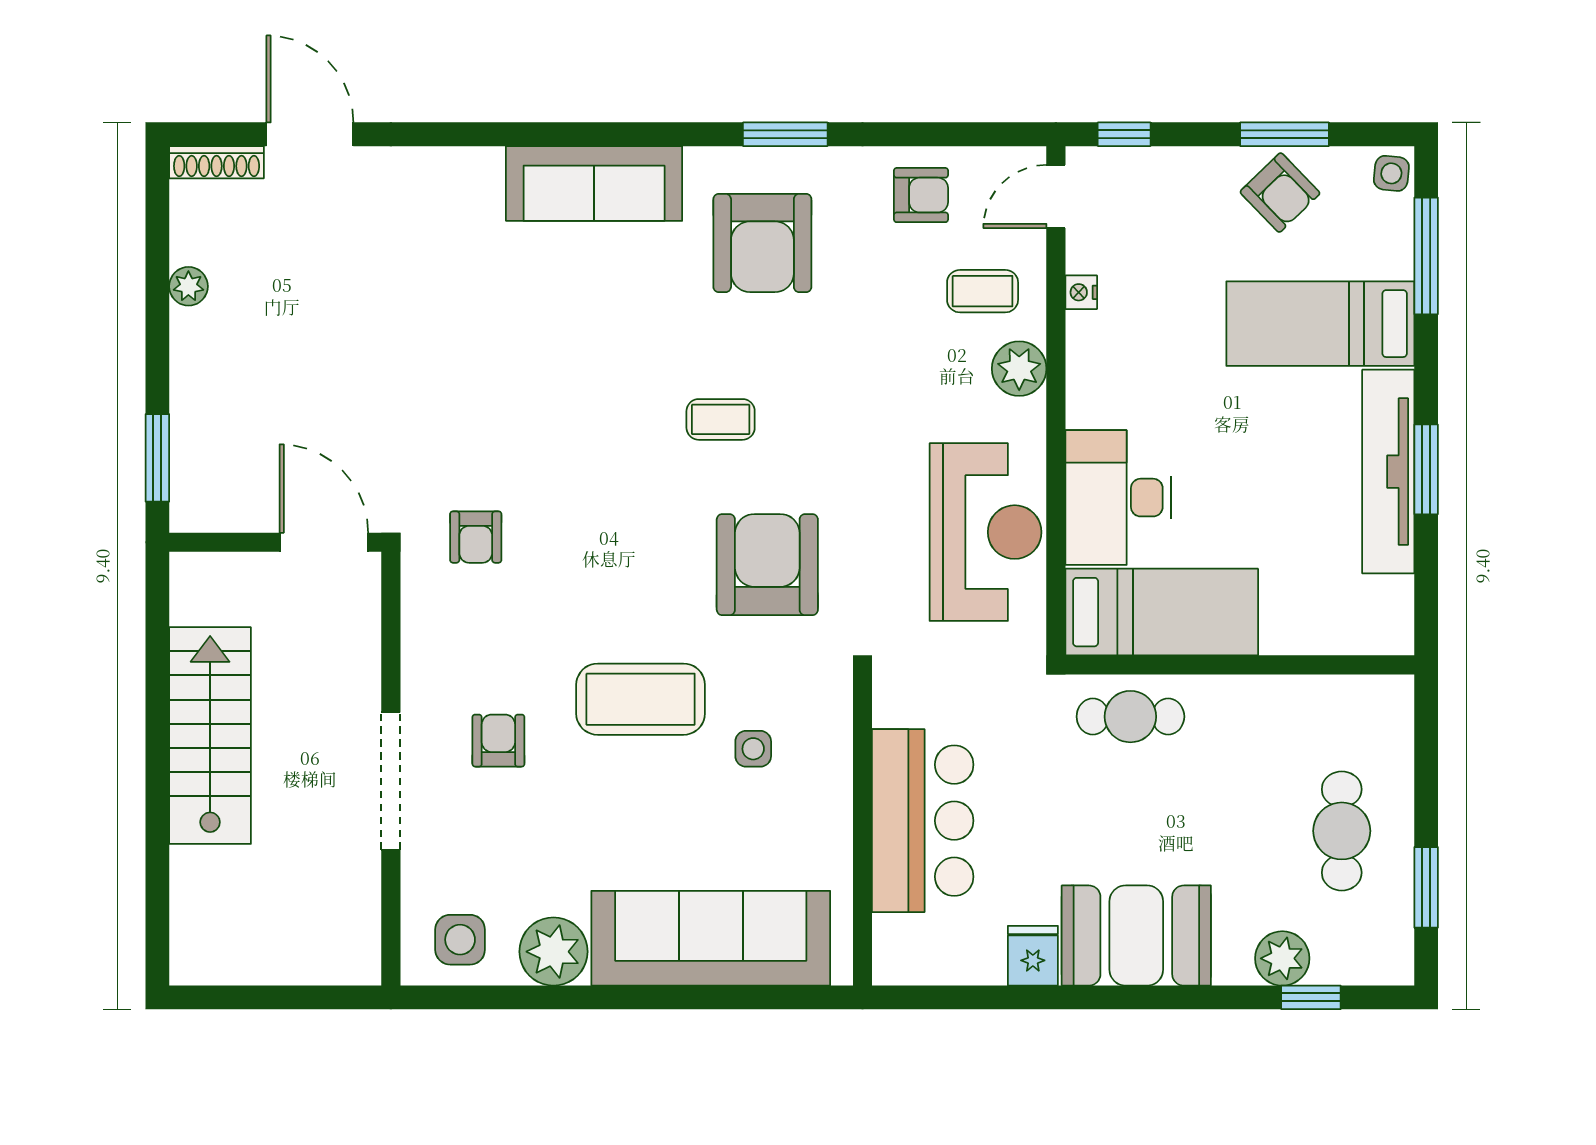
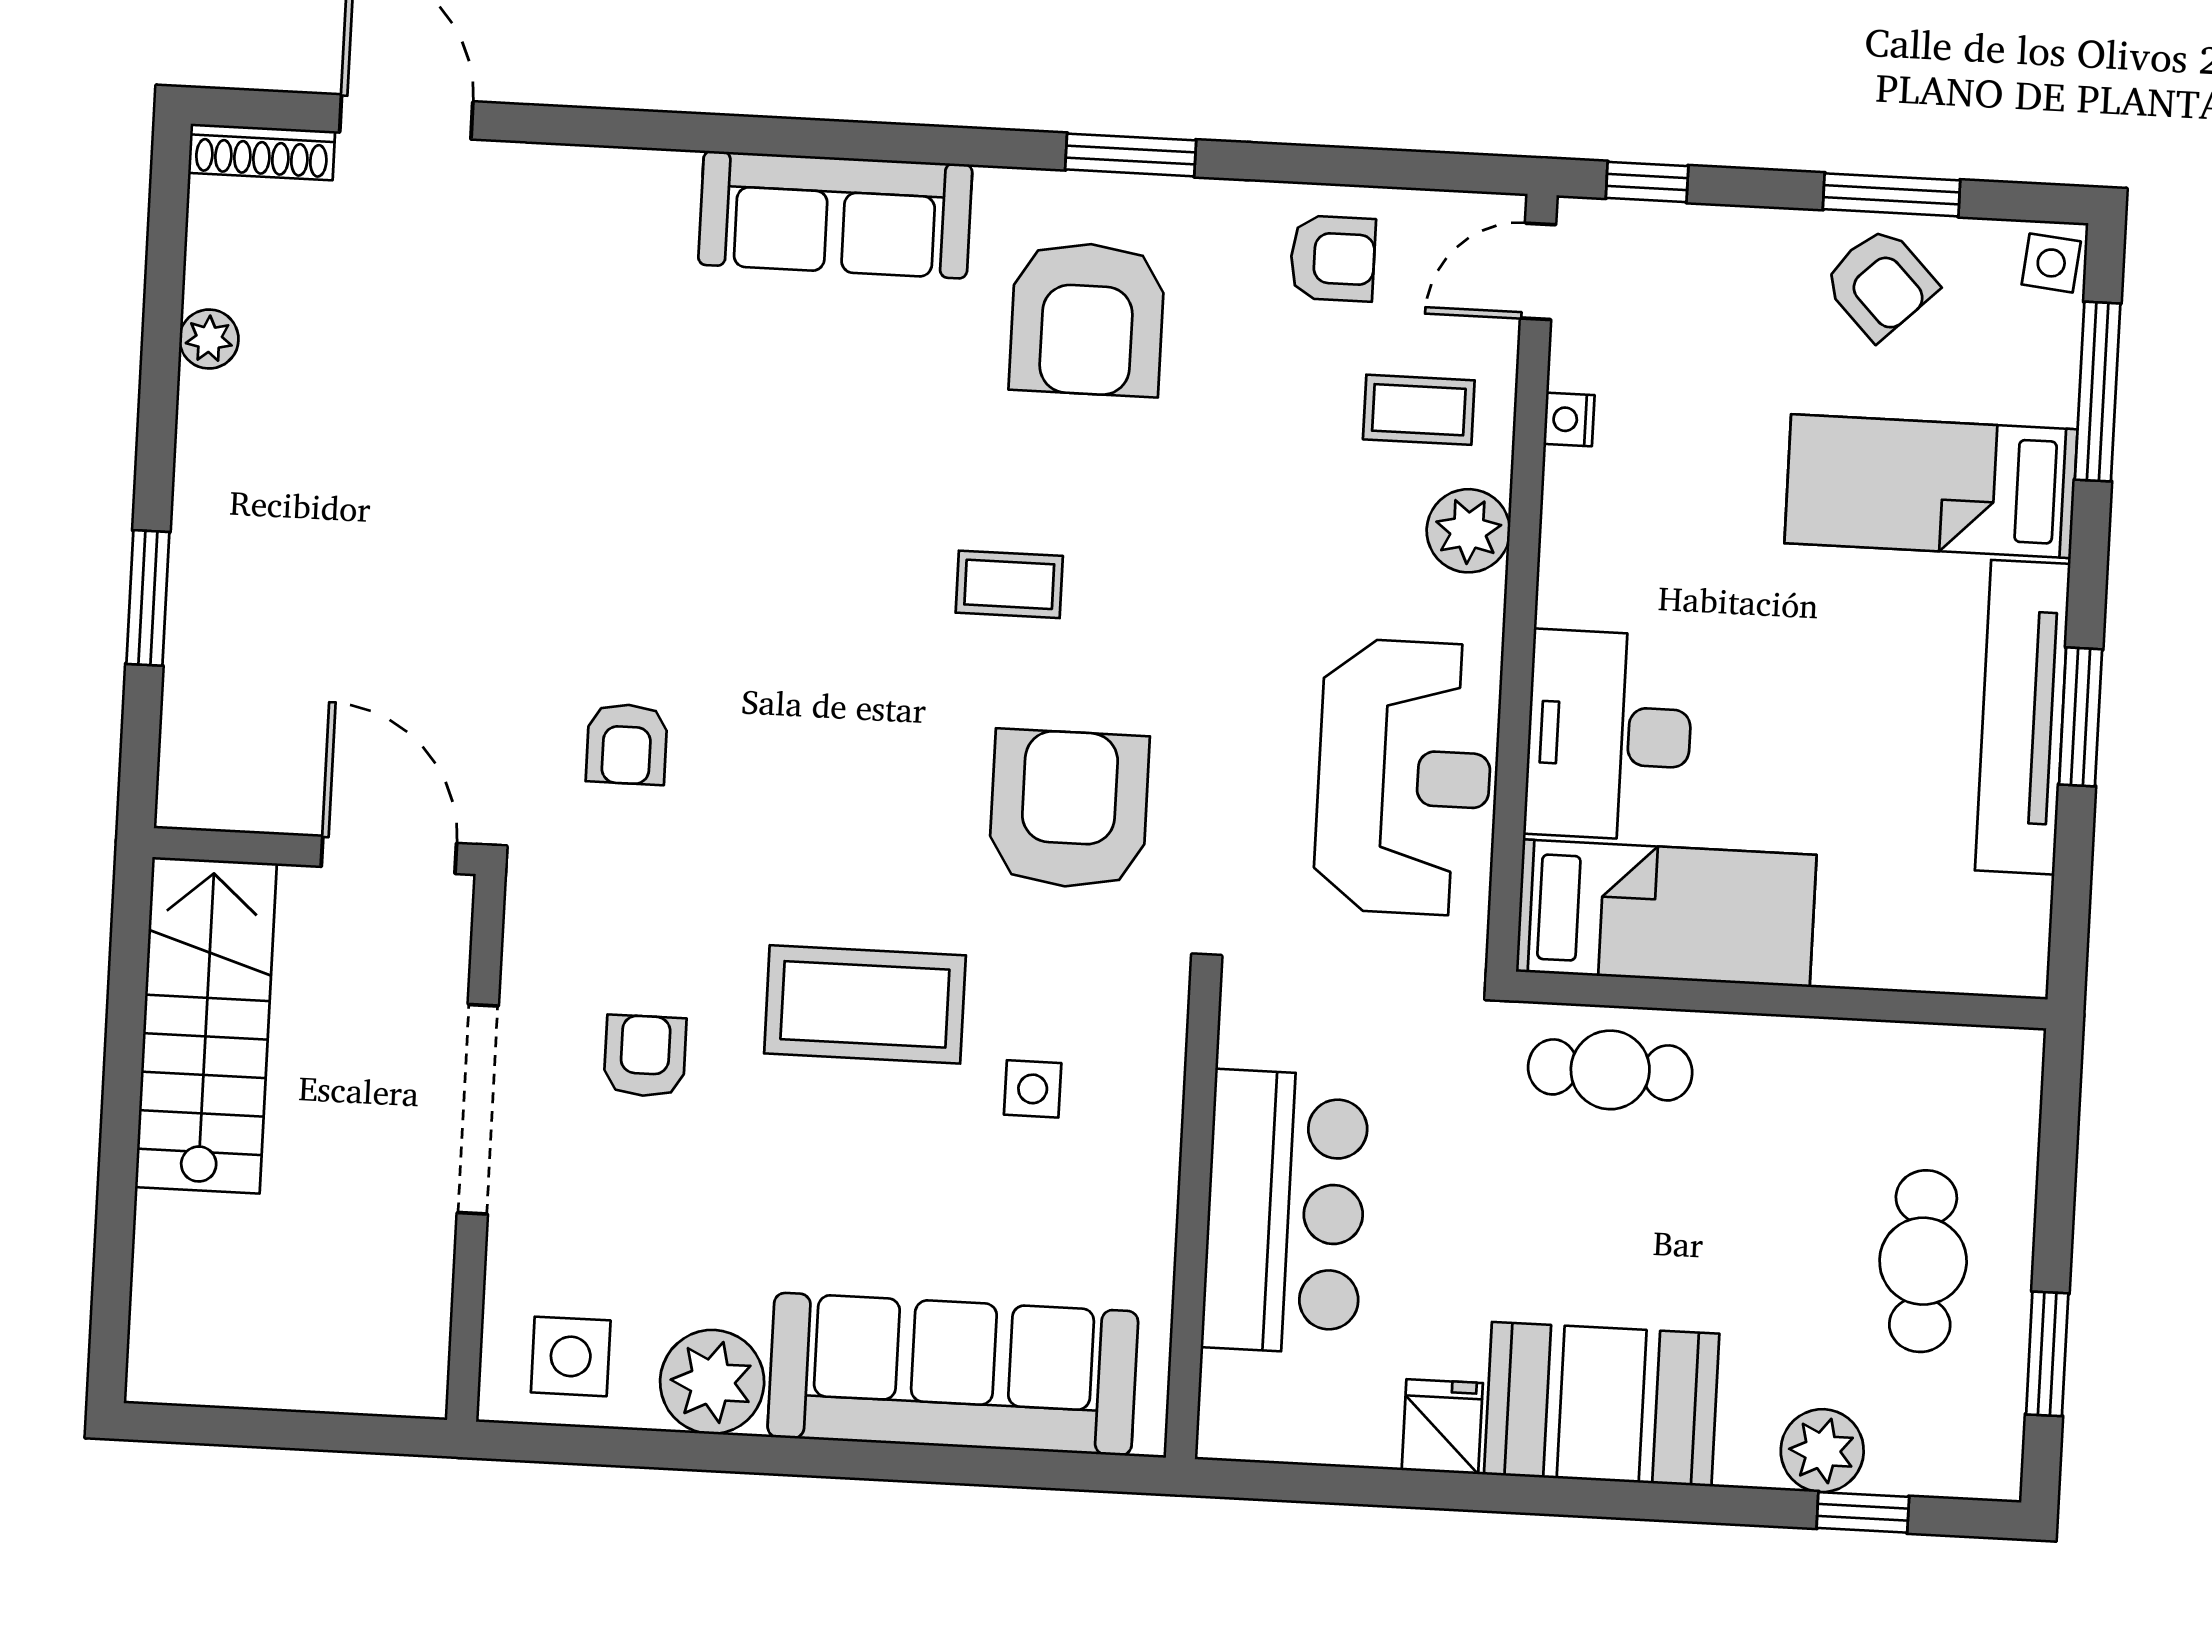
wall: (275, 542) -> (315, 851), moved
door: (324, 542) -> (389, 855), moved

